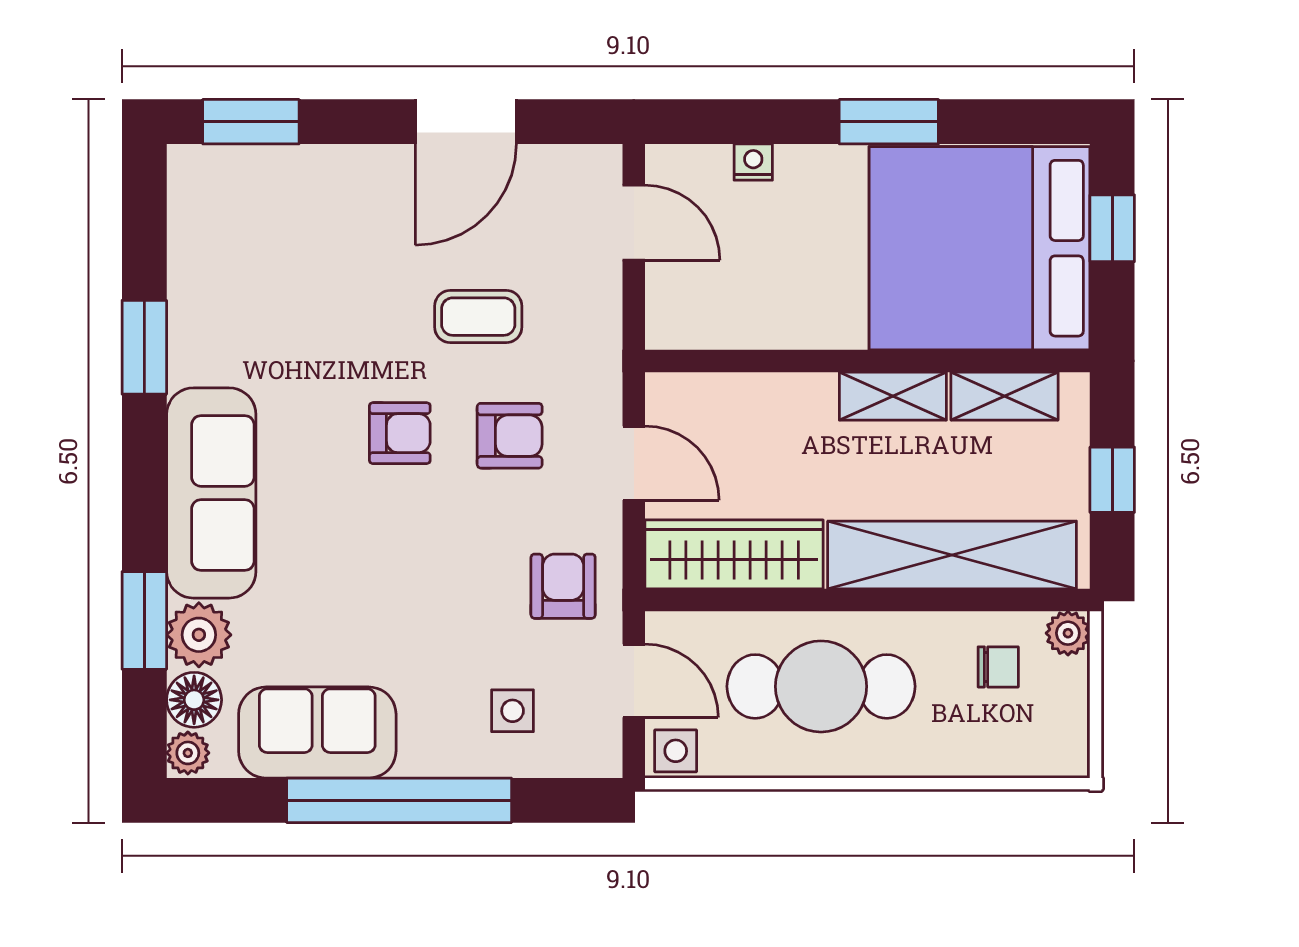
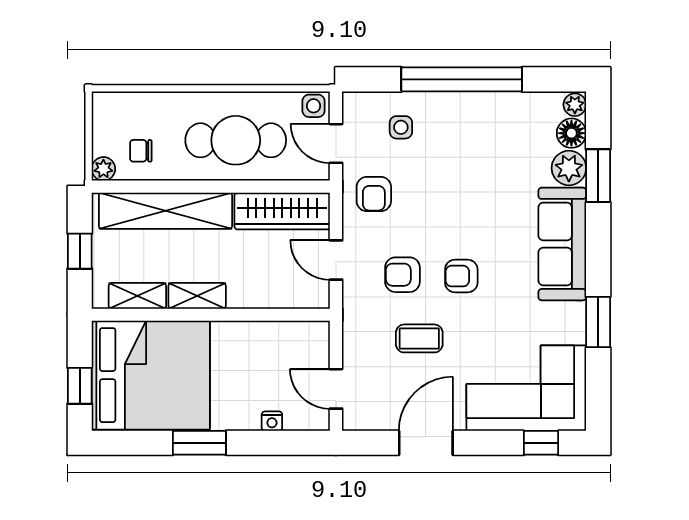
window: (251, 122) -> (541, 443), width x0.67
corner sofa: (278, 224) -> (526, 388), added
sofa: (317, 733) -> (505, 116), removed

